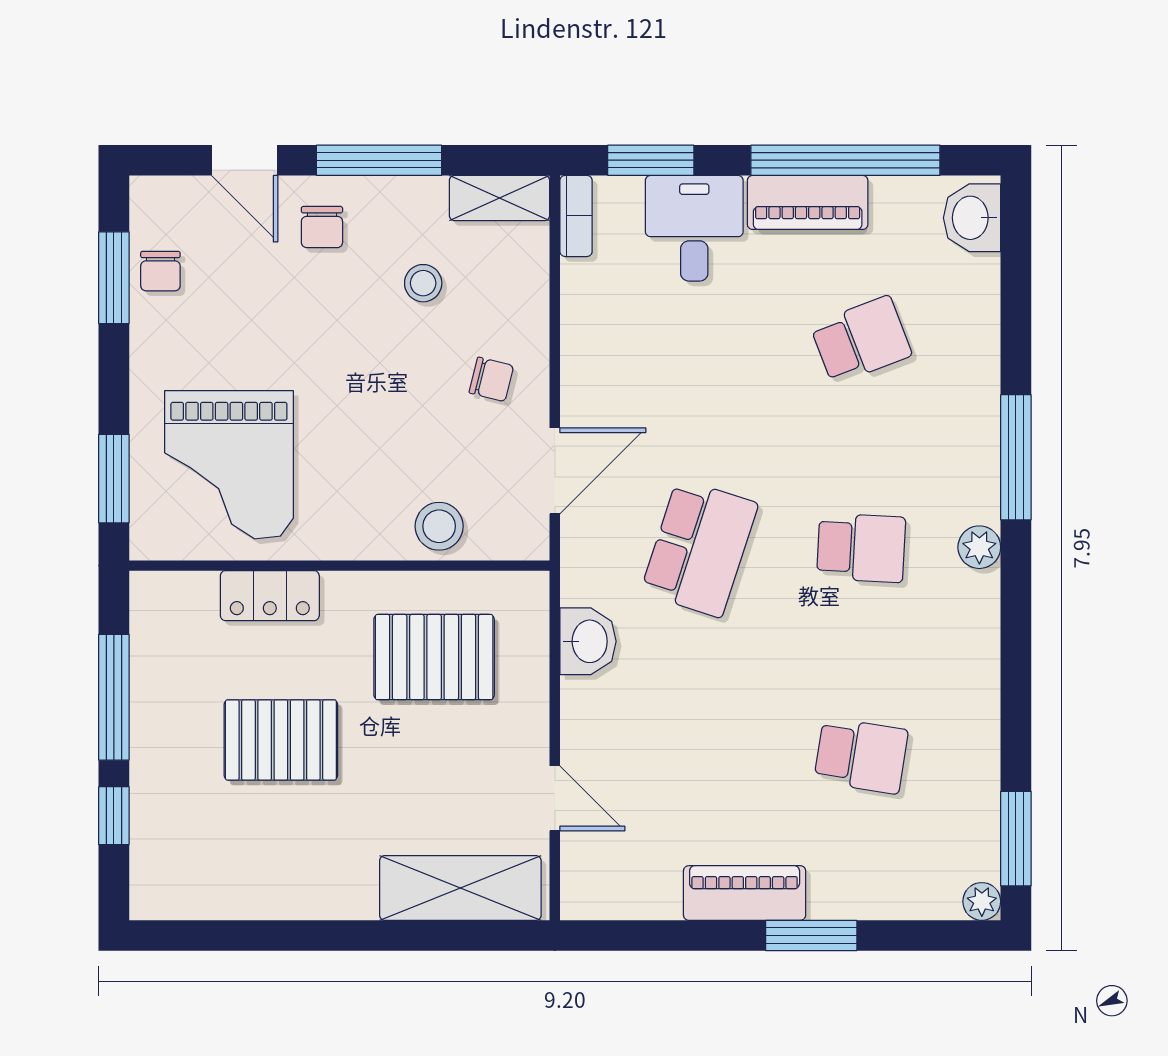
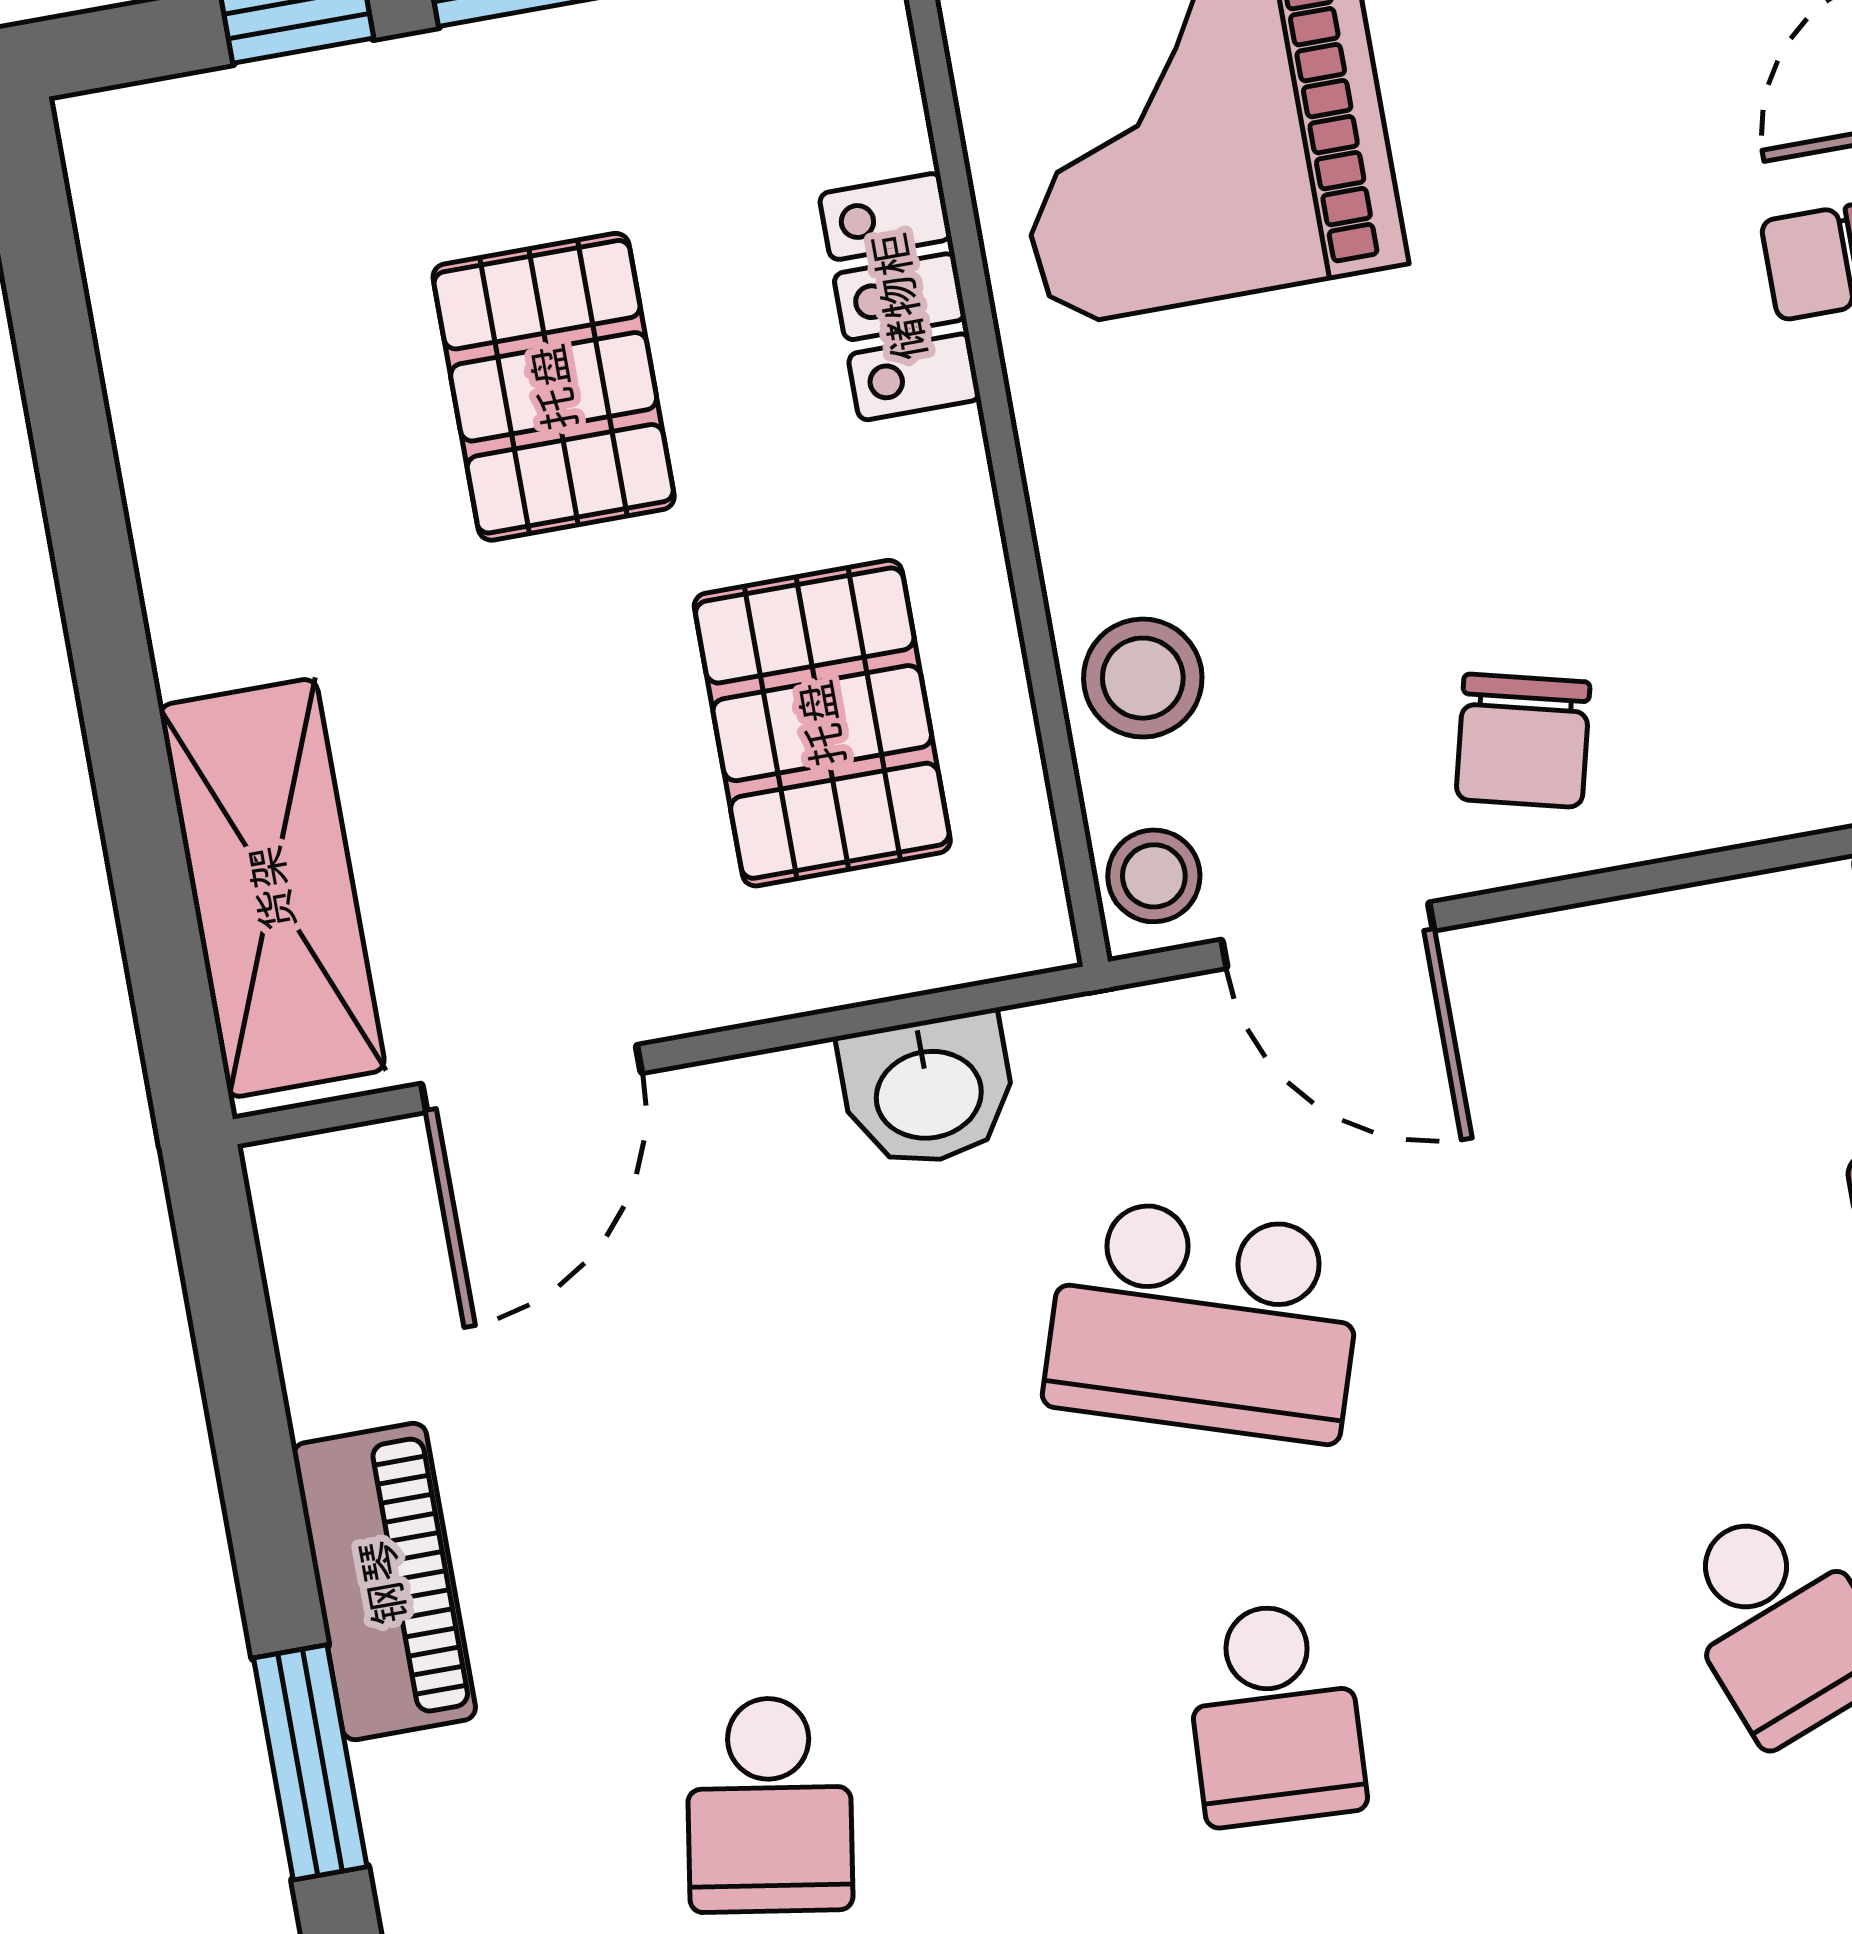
stool: (423, 283) -> (1154, 876), moved
chair: (491, 379) -> (1523, 741), width x1.37, depth x1.37
door: (555, 798) -> (532, 1078), width x1.38

